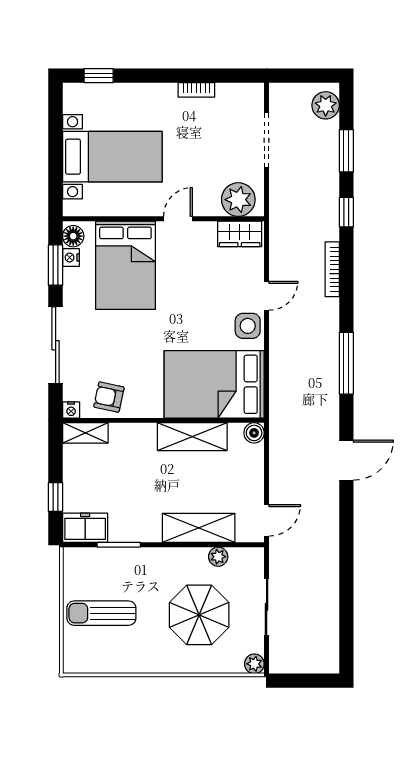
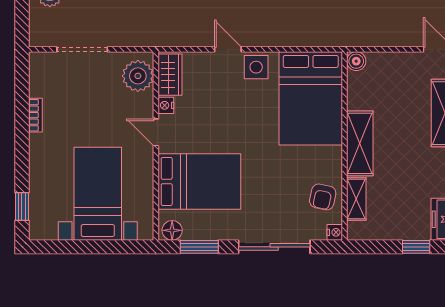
nightstand: (71, 258) -> (166, 105), moved, turned 90
shelving: (85, 433) -> (356, 199), moved
shelving: (192, 437) -> (360, 143), moved

